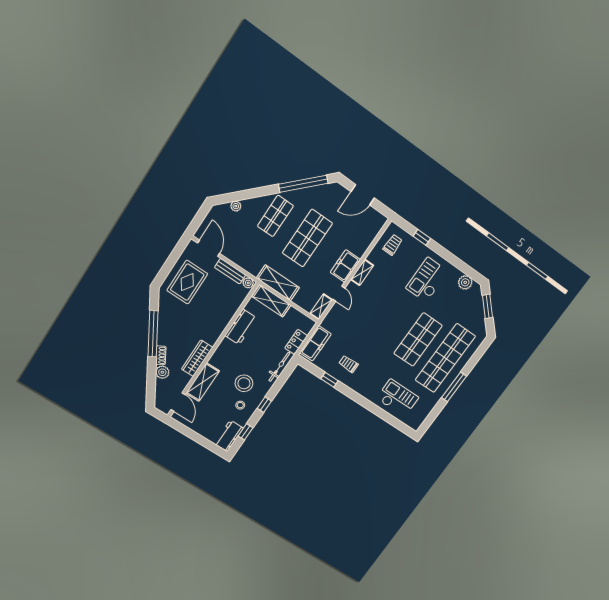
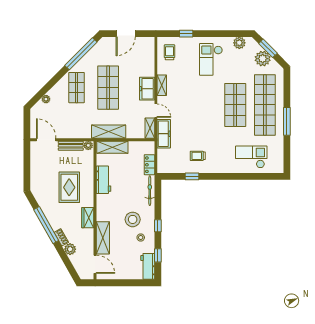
rug: (187, 282) -> (69, 187), moved
plant: (475, 313) -> (263, 59), added
freezer: (315, 343) -> (164, 134), moved
wardrobe: (197, 358) -> (88, 218), width x0.67

